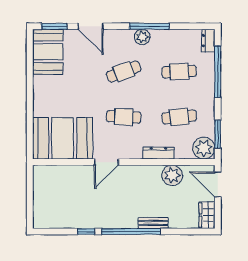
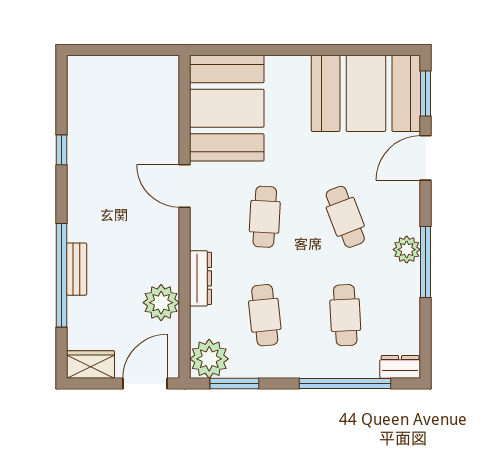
booth: (48, 52) -> (366, 93), width x1.36, depth x1.42
window: (131, 231) -> (61, 275), moved

